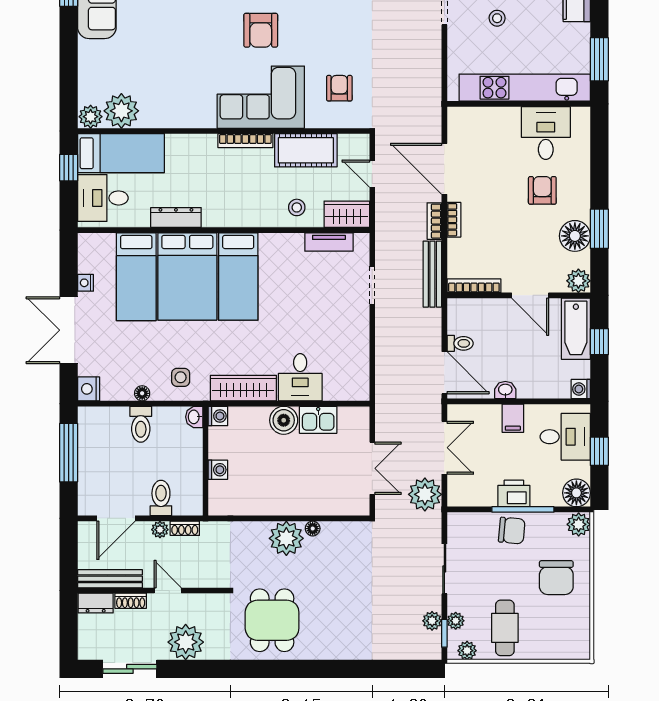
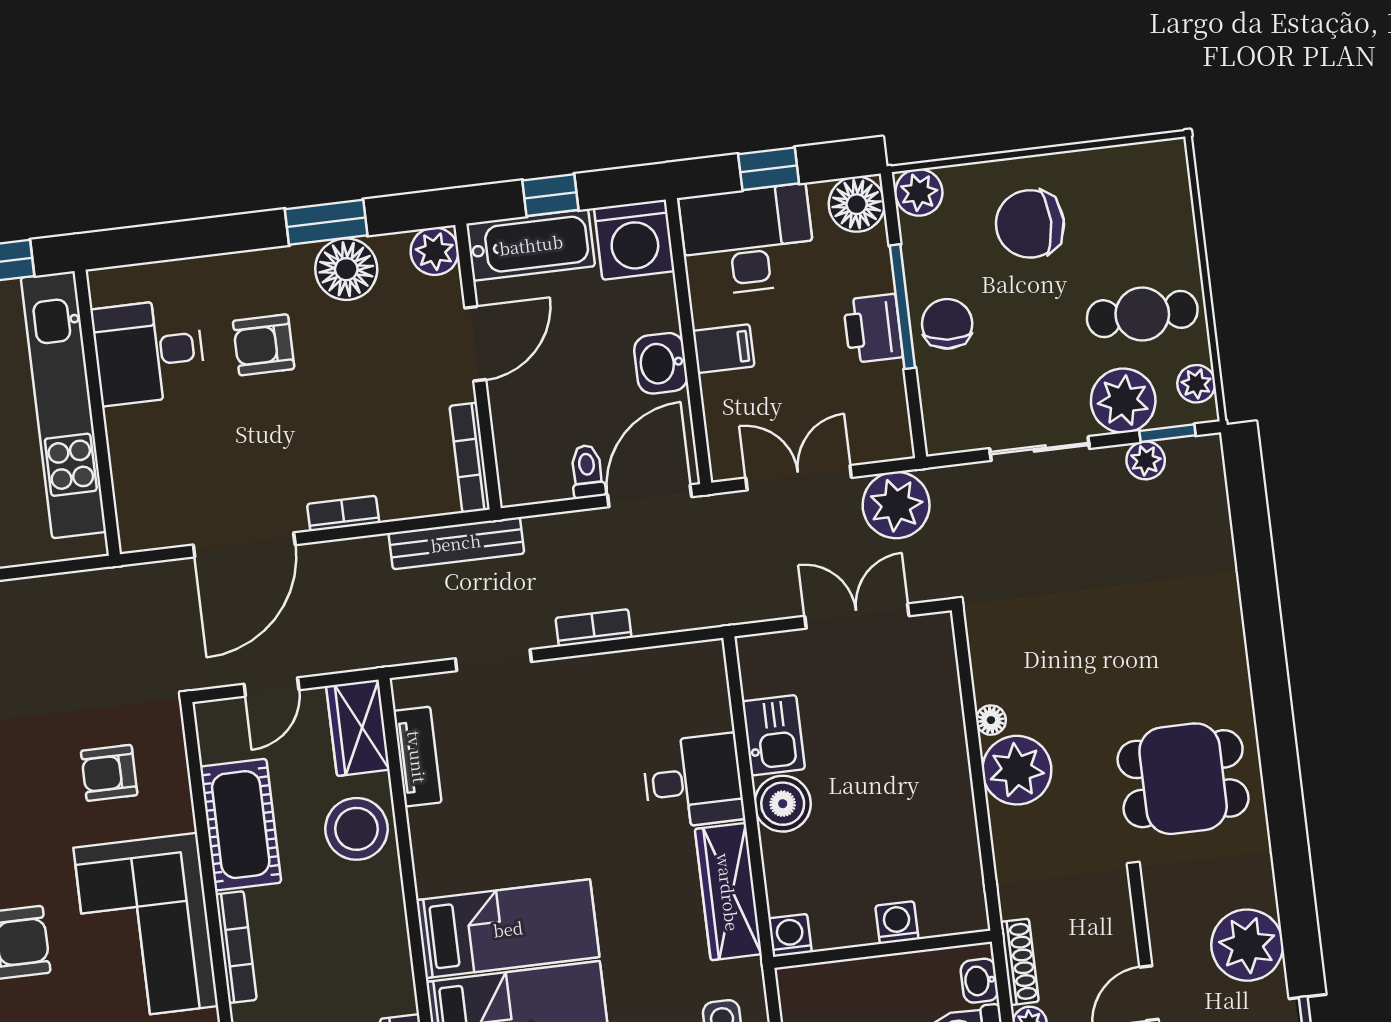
stool: (297, 207) -> (356, 829), width x1.89, depth x1.89
bookcase: (434, 221) -> (593, 628), moved, turned 180
washing machine: (581, 389) -> (634, 240), width x1.89, depth x1.89
washbasin: (505, 390) -> (661, 363), width x1.38, depth x1.45
washbasin: (194, 417) -> (979, 981), moved, turned 90
desk: (565, 437) -> (748, 240), width x1.37
shoe rack: (185, 528) -> (1020, 962), width x1.43
chair: (556, 578) -> (1030, 224), turned 180
plant: (456, 621) -> (1123, 401), width x1.88, depth x1.88

